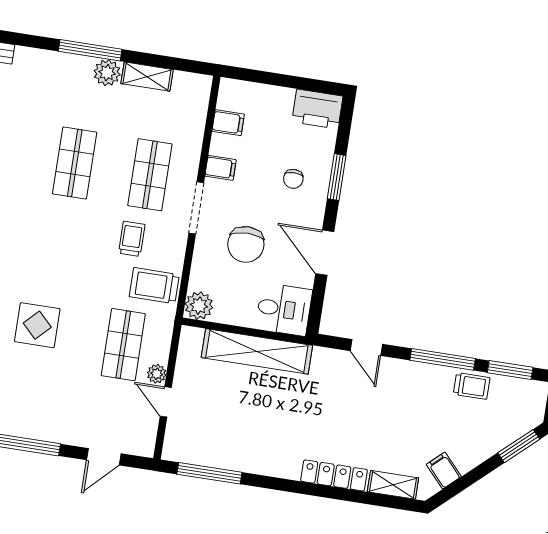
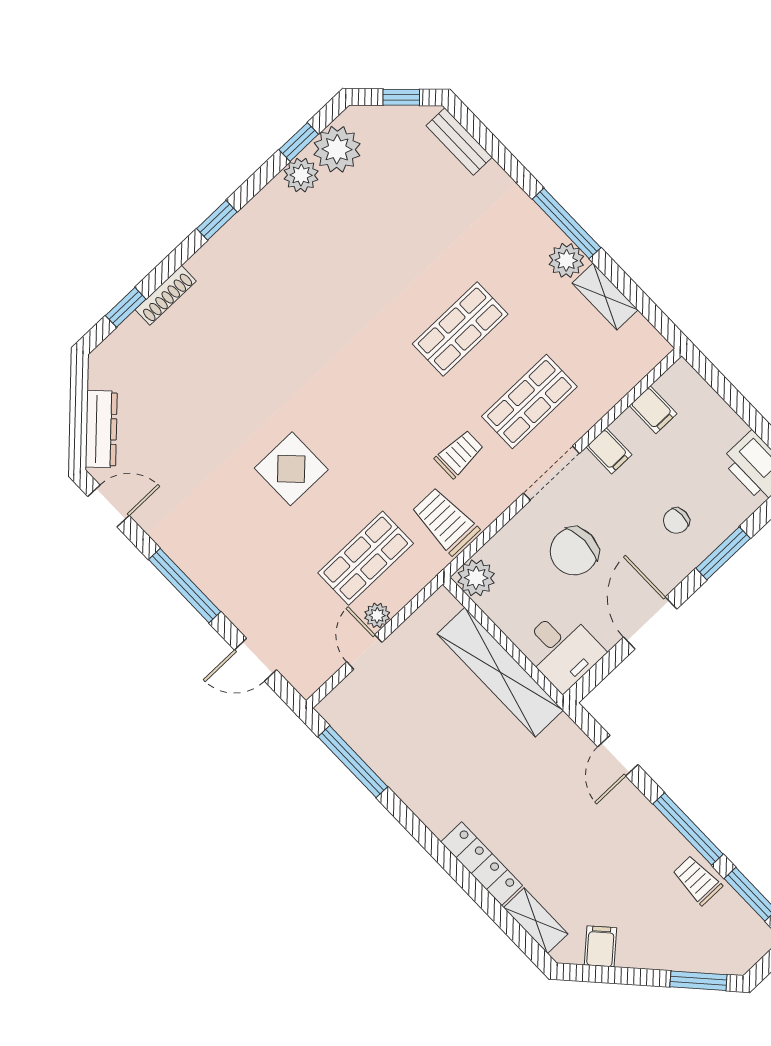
trolley: (472, 386) -> (697, 880), turned 180

